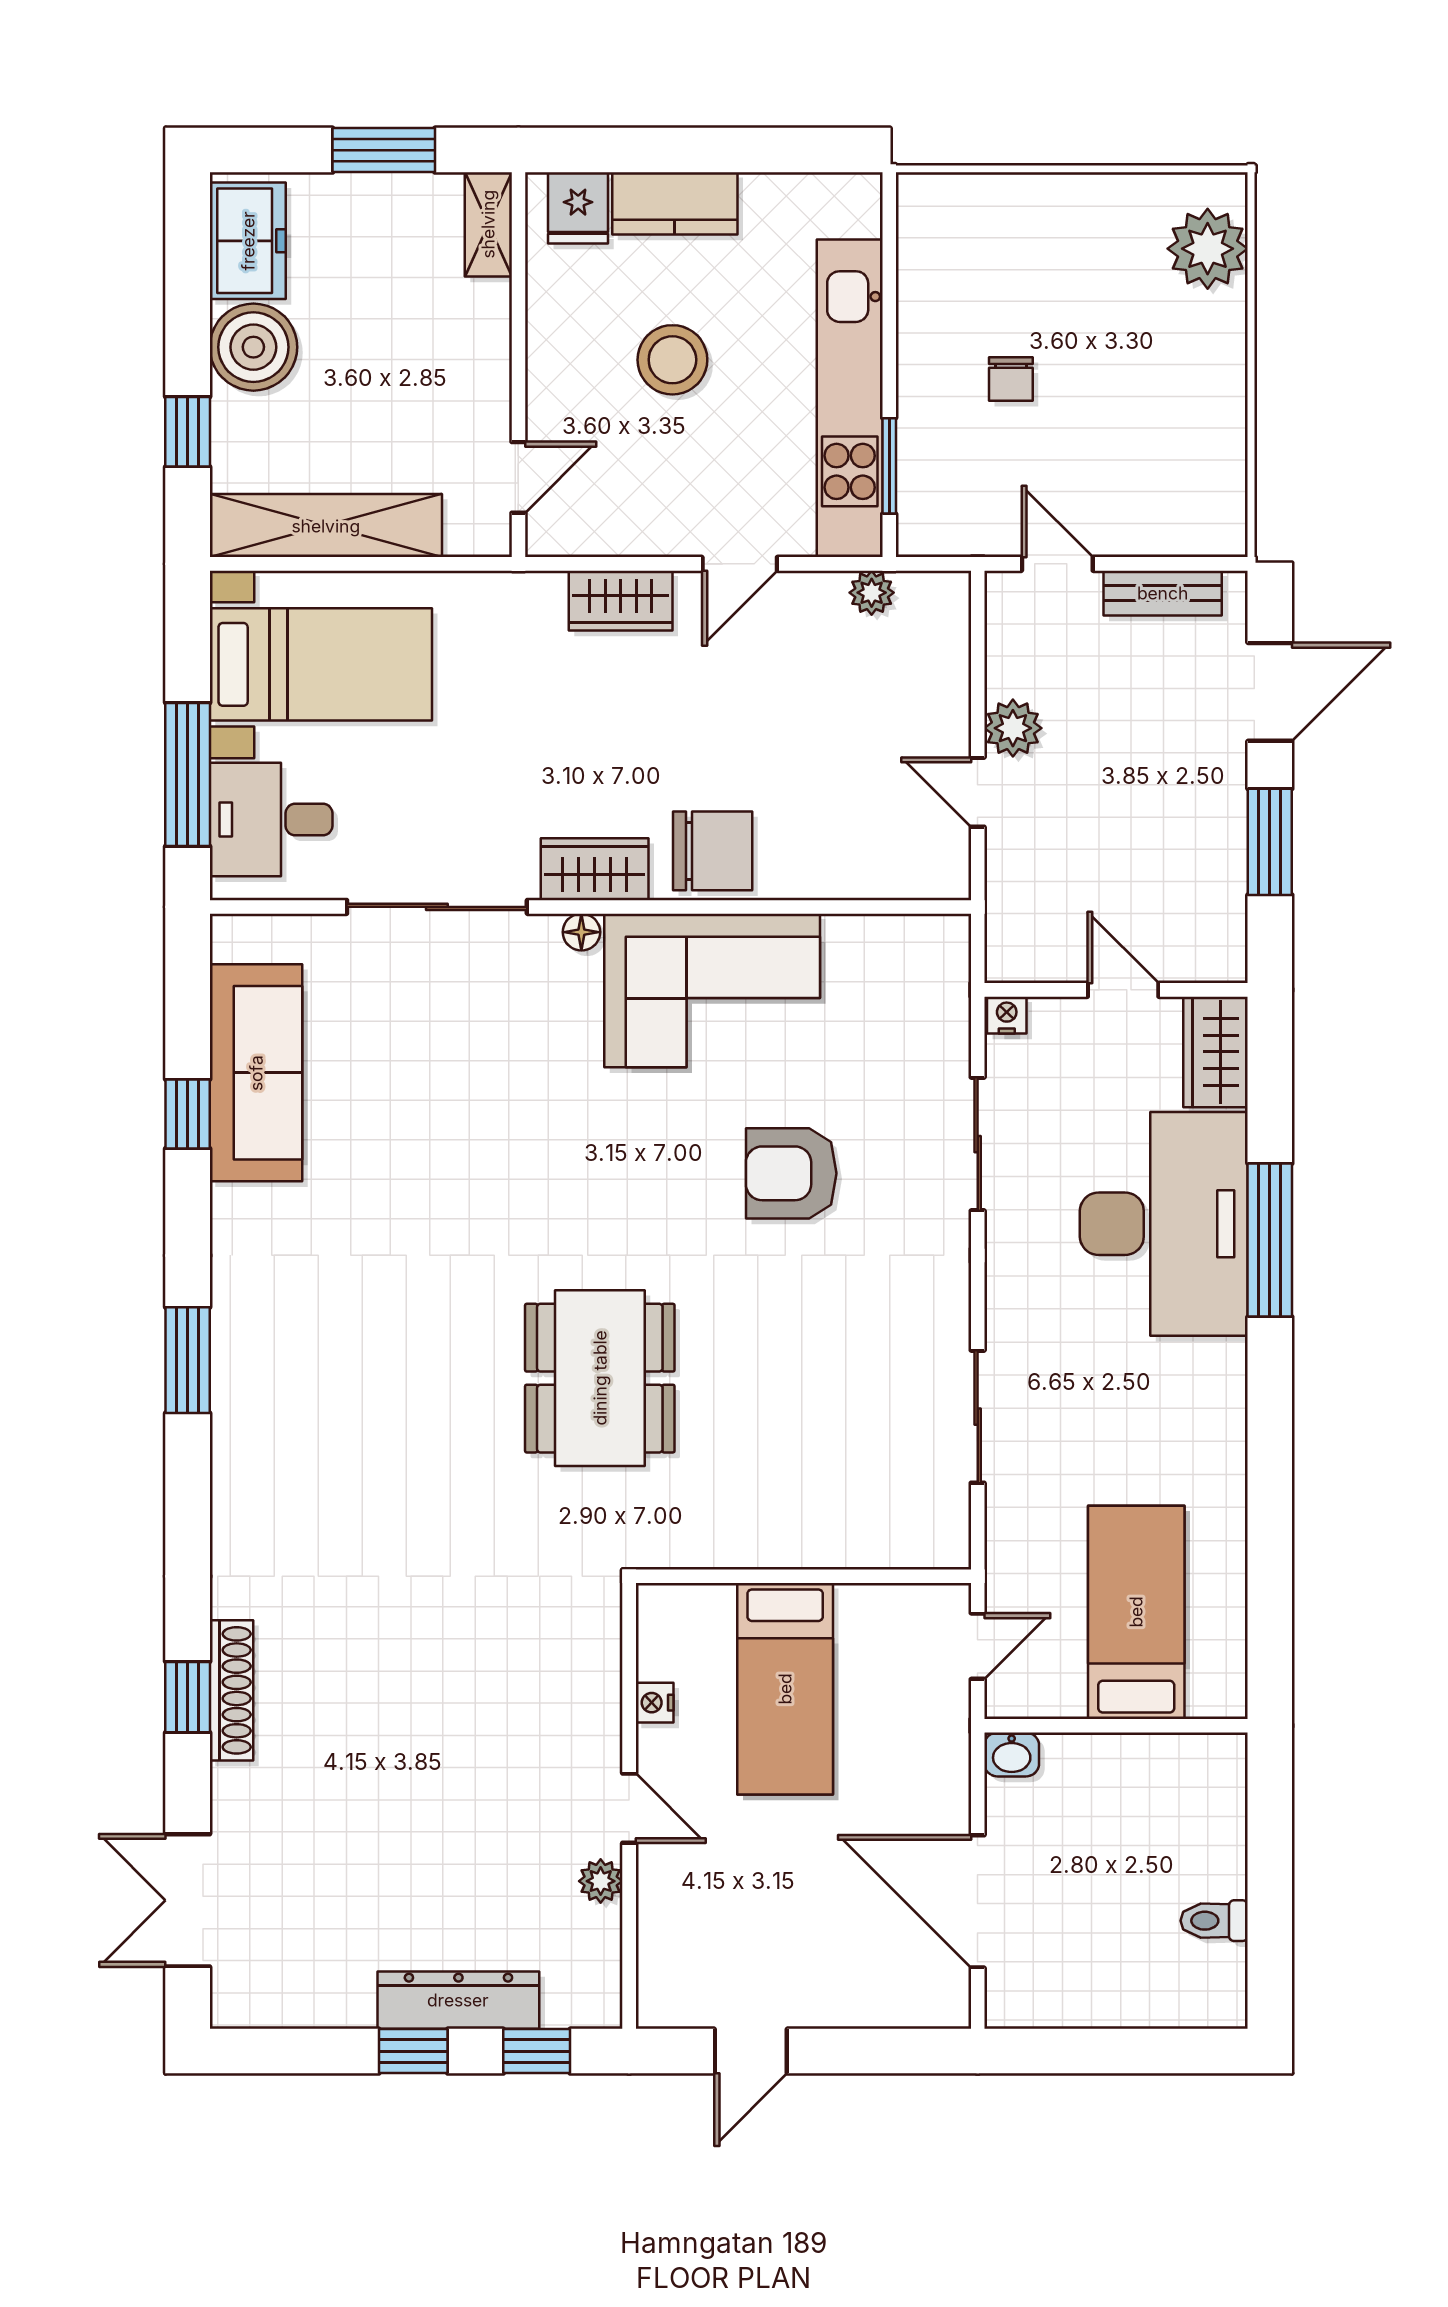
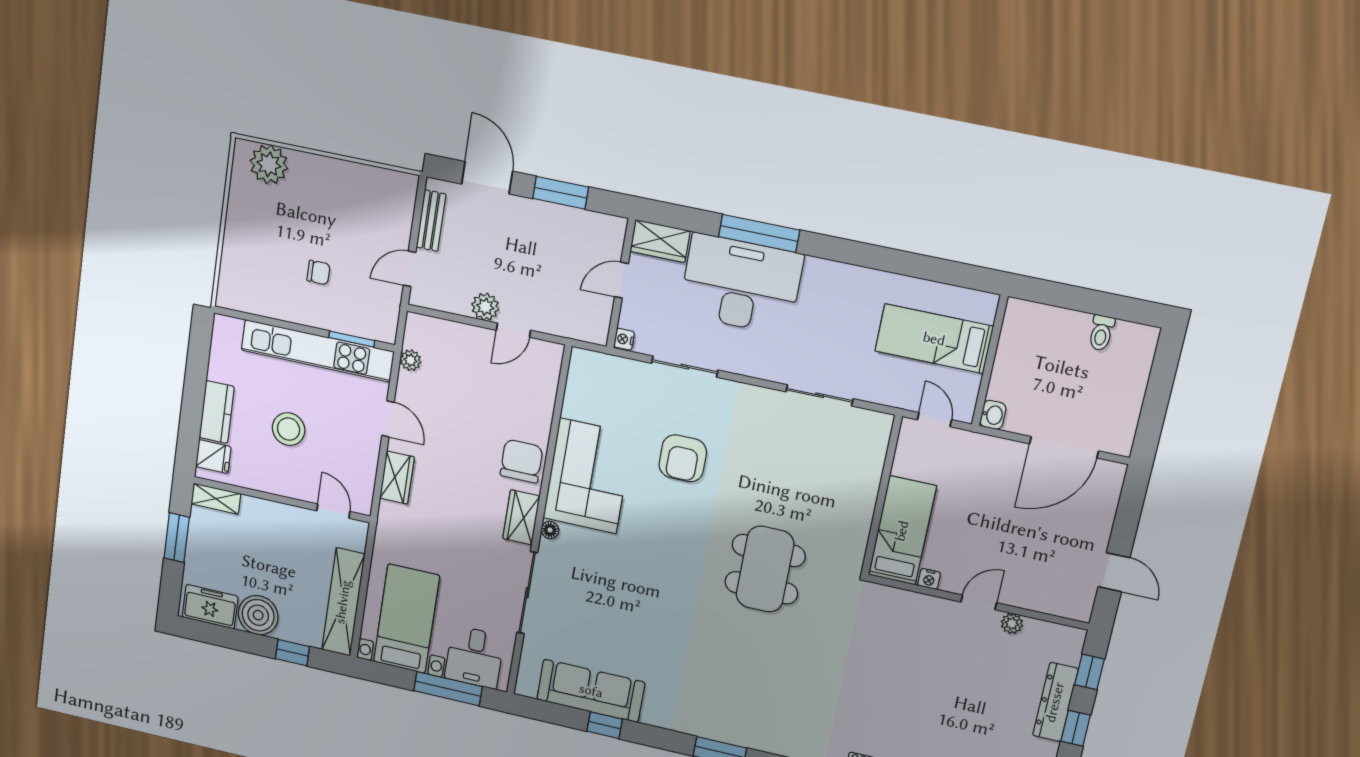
dining table: (600, 1378) -> (765, 569), turned 90
bed: (785, 1689) -> (902, 531), moved, turned -90

